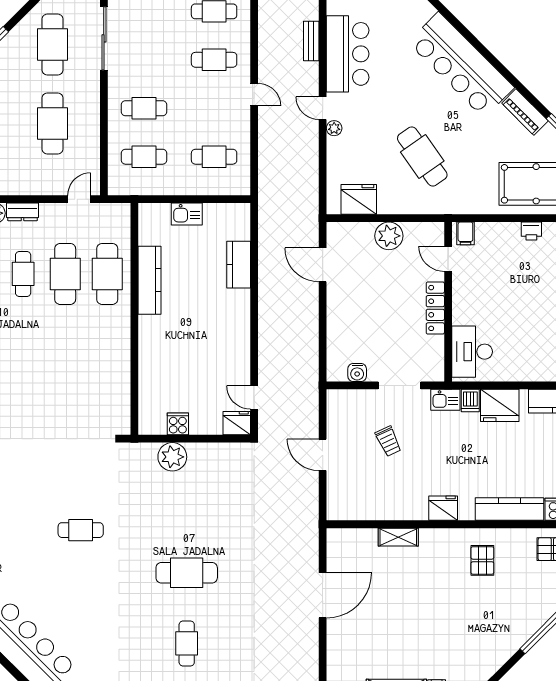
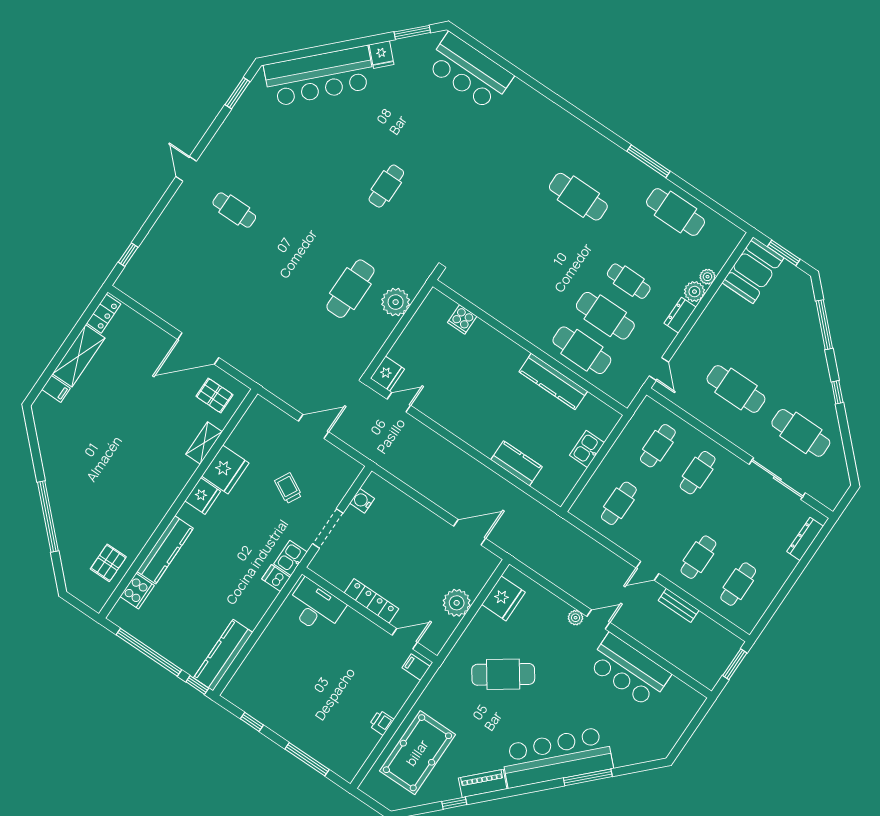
window: (460, 28) -> (588, 777), added
bench: (311, 41) -> (679, 605), moved
fridge: (500, 405) -> (225, 470), moved, turned 180
cooker: (178, 424) -> (462, 319), moved, turned 90
trolley: (388, 441) -> (288, 488), turned 53
pallet: (482, 560) -> (214, 396), moved
cafe table: (187, 573) -> (350, 289), moved
door: (323, 595) -> (198, 348), hinge flipped

